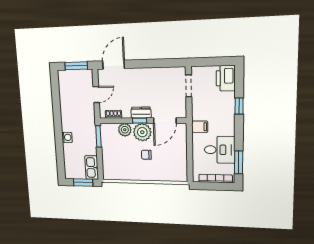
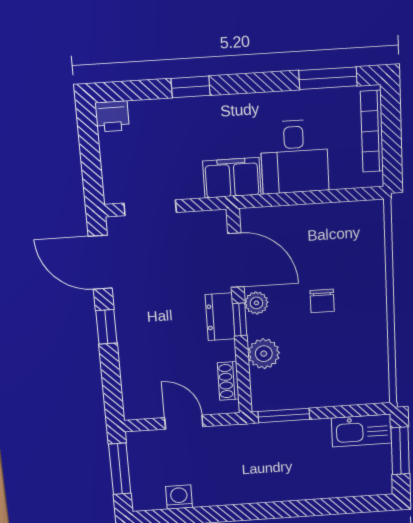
window: (138, 64) -> (106, 327), added
door: (114, 65) -> (100, 262), moved
printer: (226, 78) -> (112, 116), width x0.53, depth x0.68
filing cabinet: (200, 127) -> (232, 178), width x2.00
plant: (142, 132) -> (256, 303), width x0.53, depth x0.53
washing machine: (67, 137) -> (179, 497), moved
desk: (220, 150) -> (294, 157), moved, turned 180

